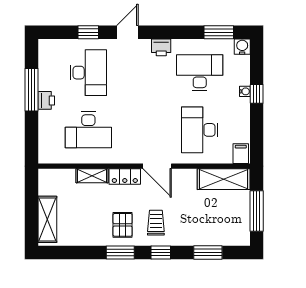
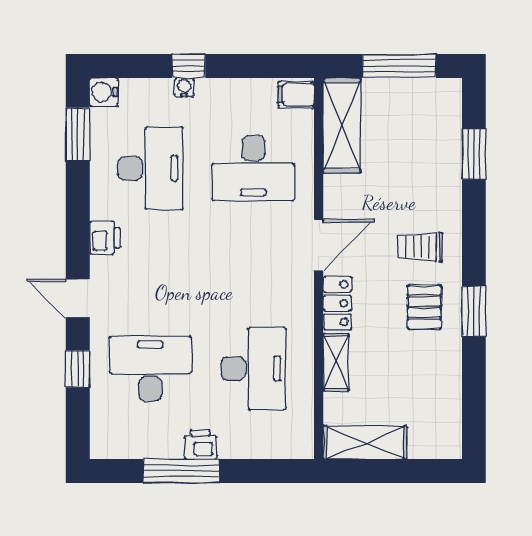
desk: (200, 73) -> (150, 168), turned 180
shelving: (47, 219) -> (365, 442), moved
pallet: (123, 225) -> (424, 307), turned 90
window: (161, 252) -> (474, 238), removed

